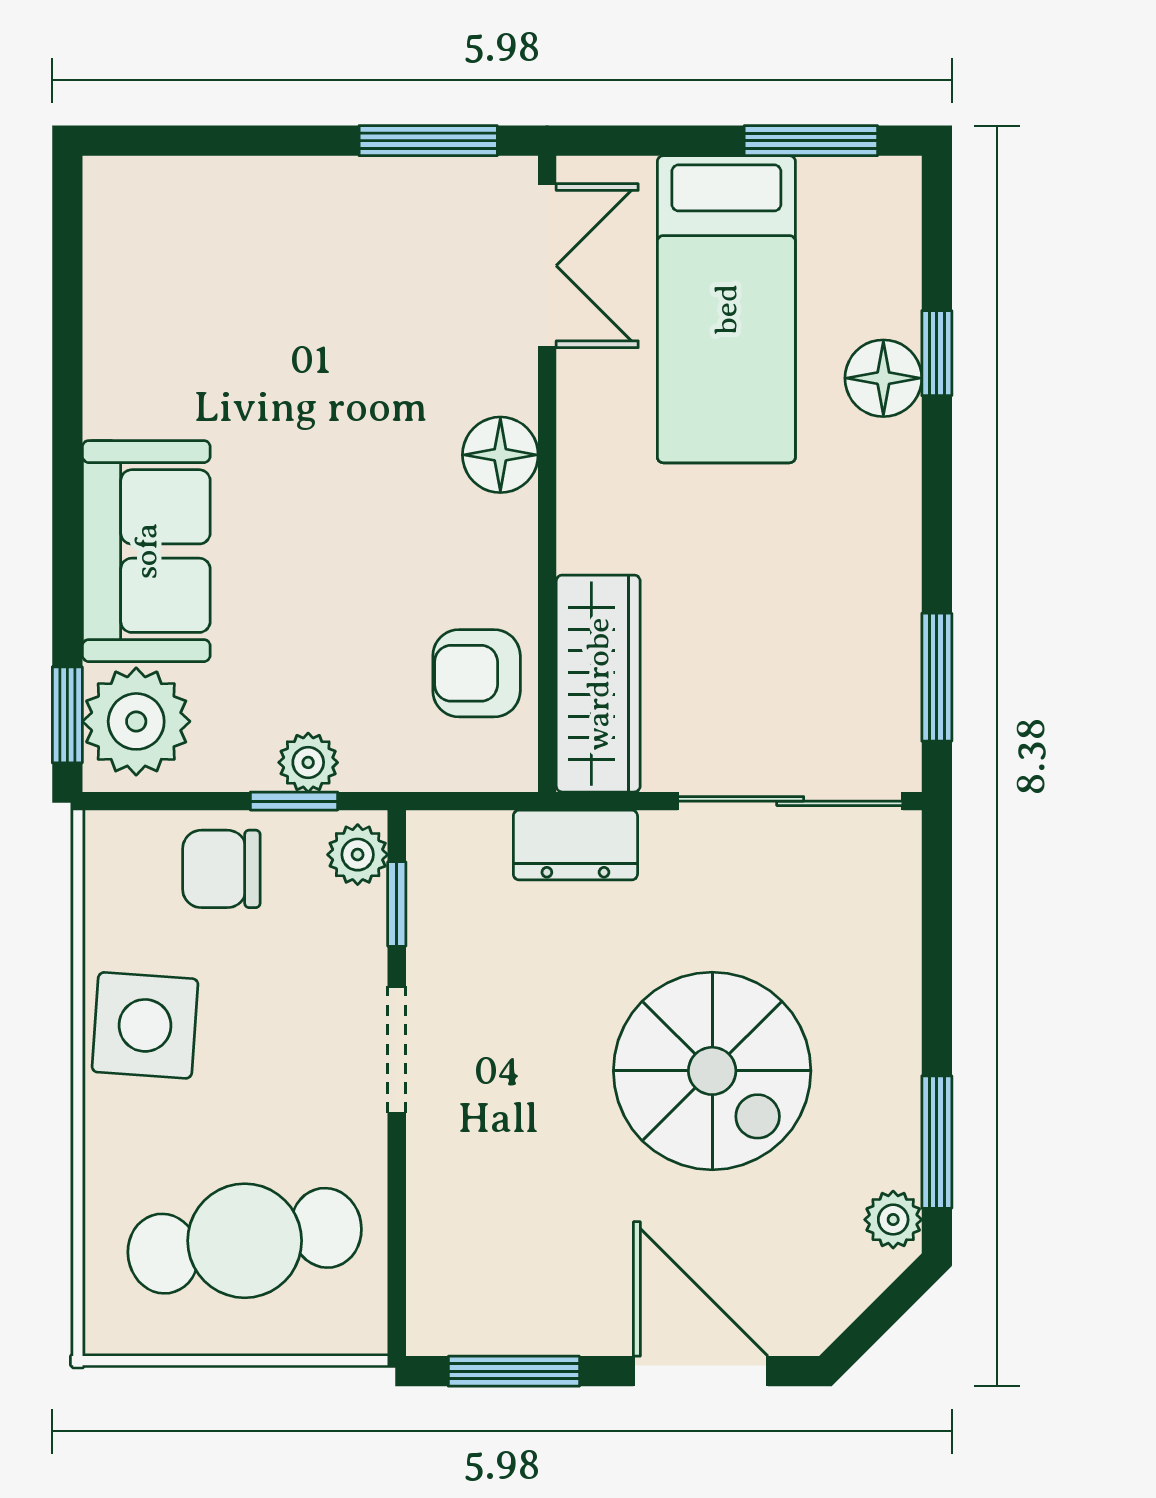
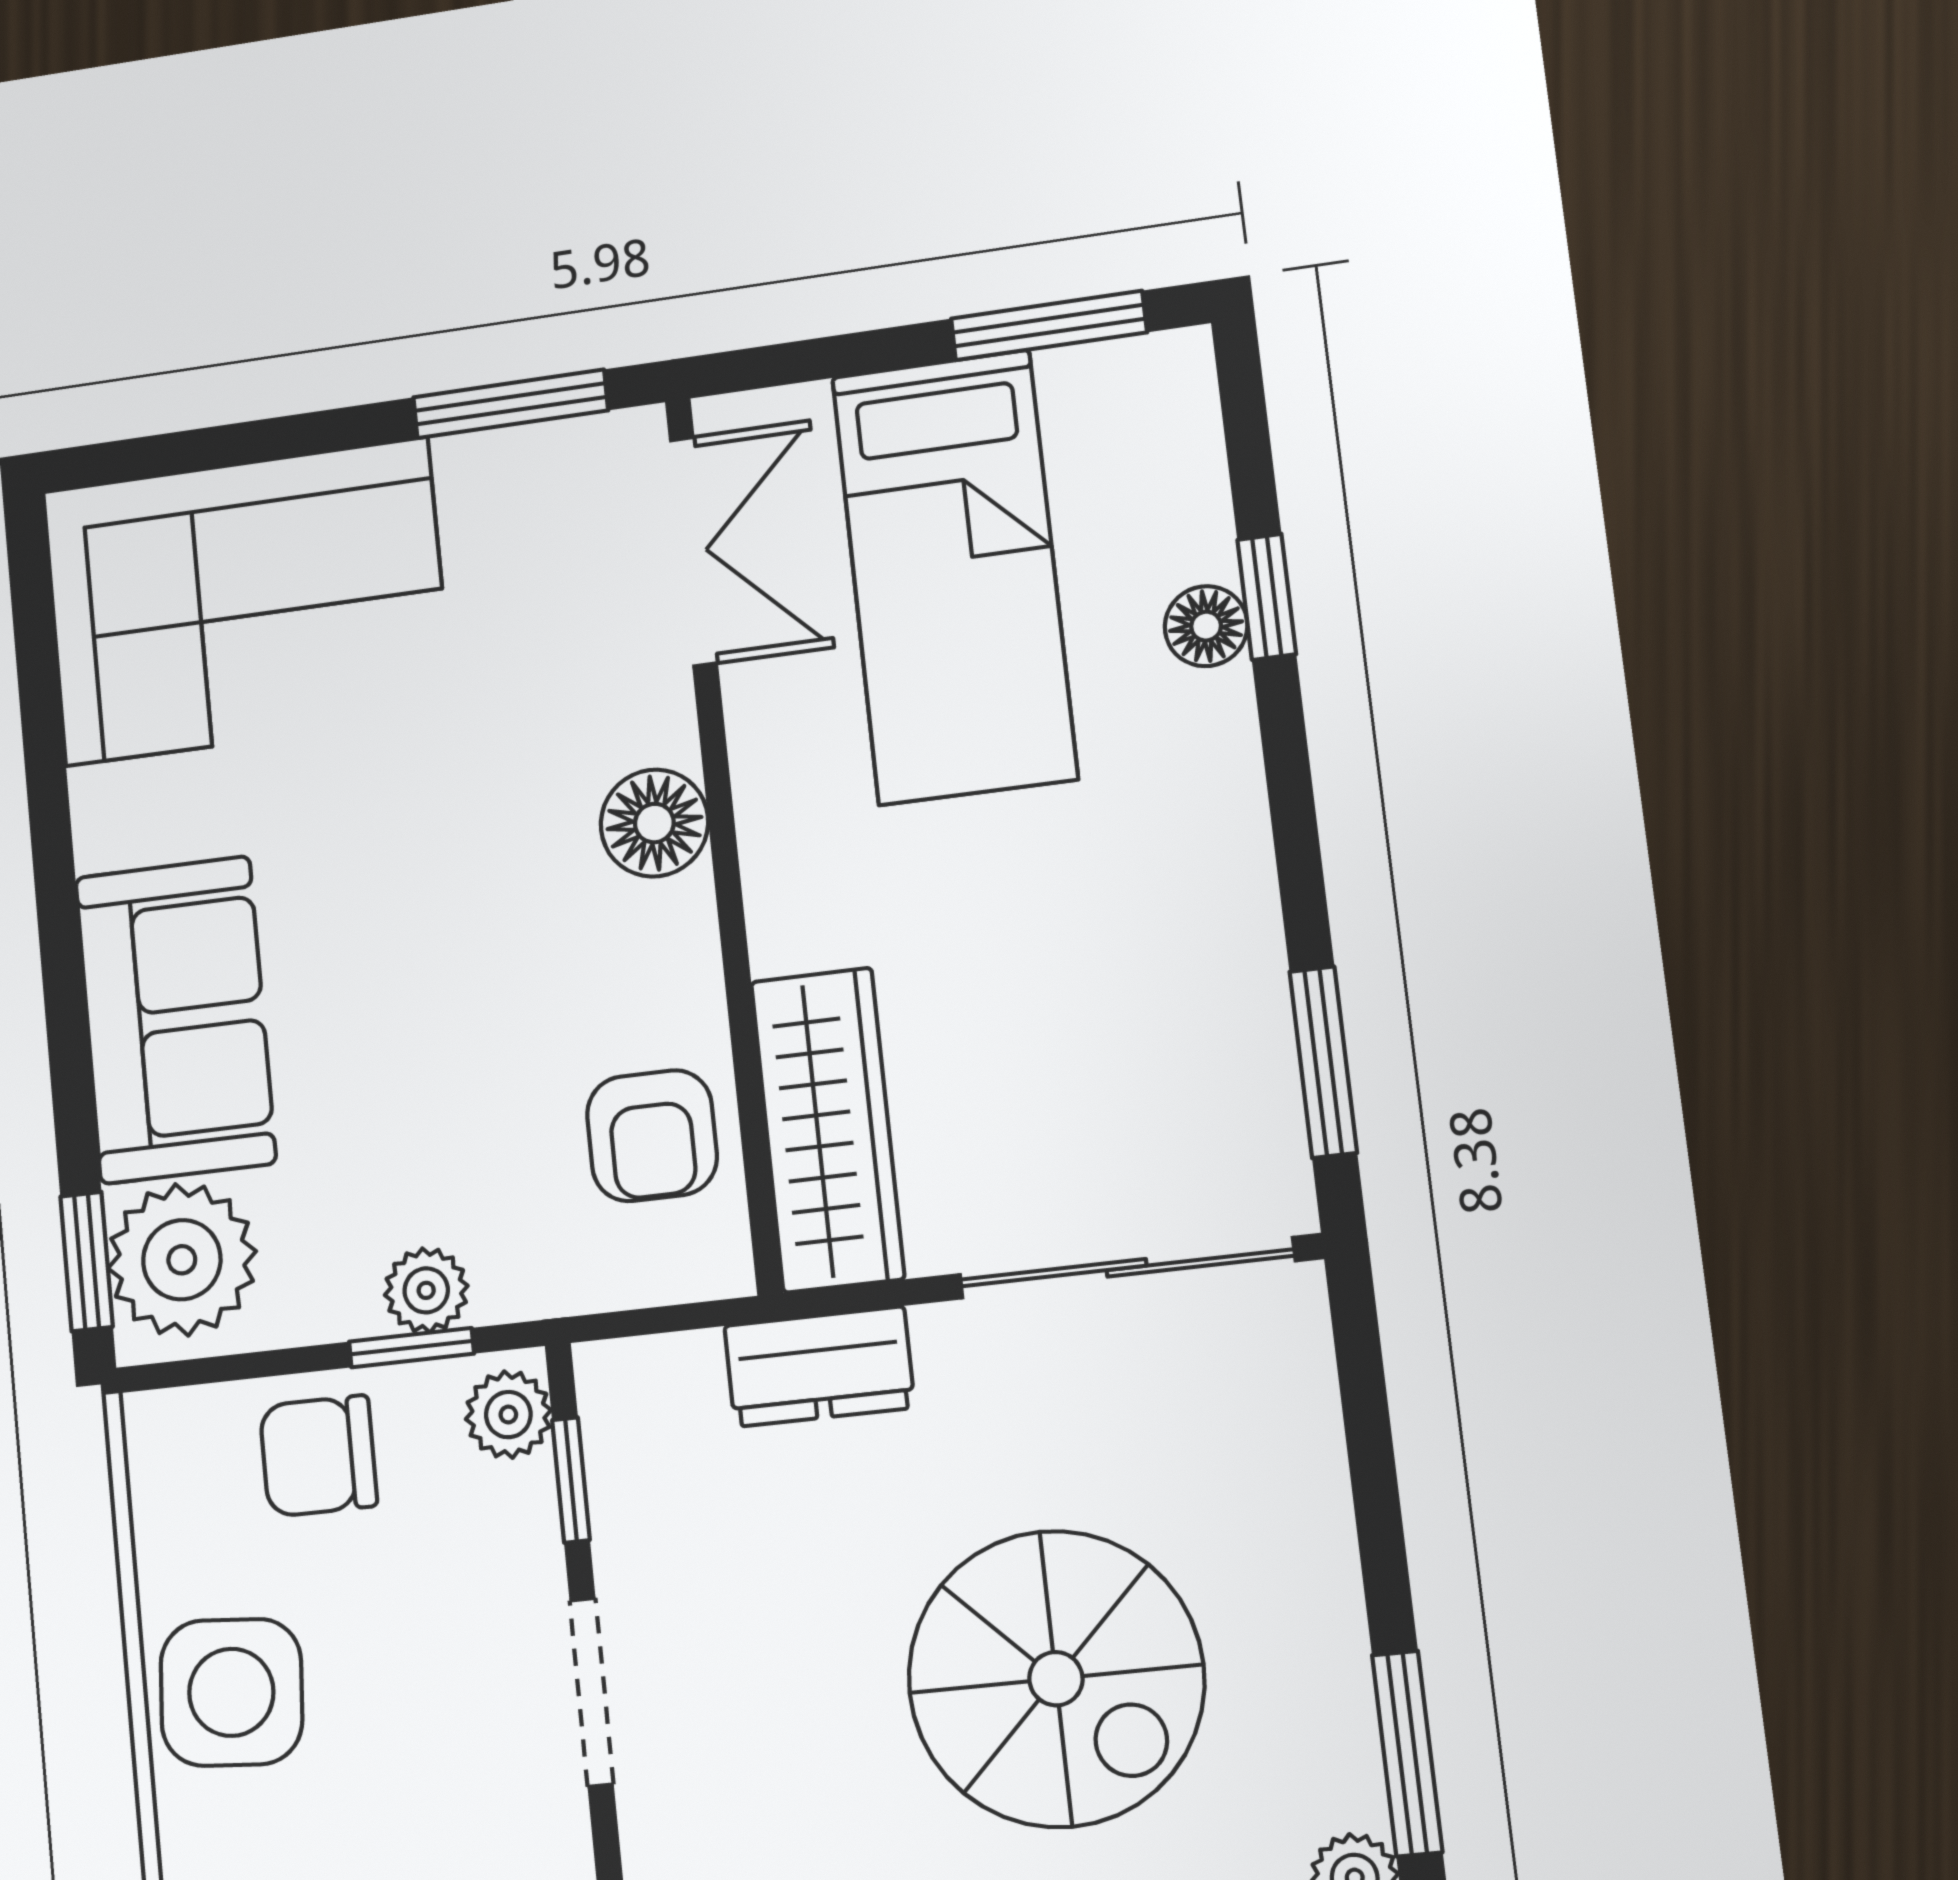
corner sofa: (224, 257) -> (246, 602), added
floor lamp: (883, 378) -> (1206, 626), width x0.73, depth x0.73
armchair: (477, 673) -> (652, 1136), turned -90

